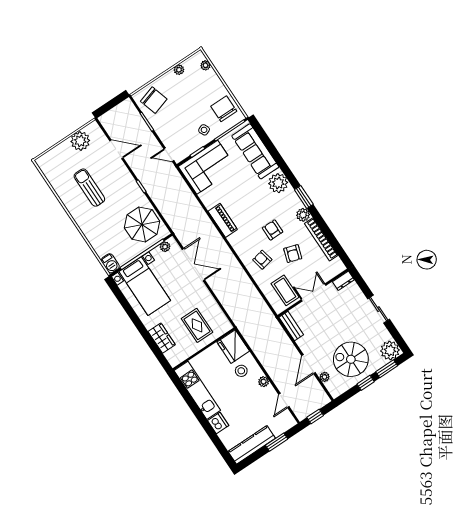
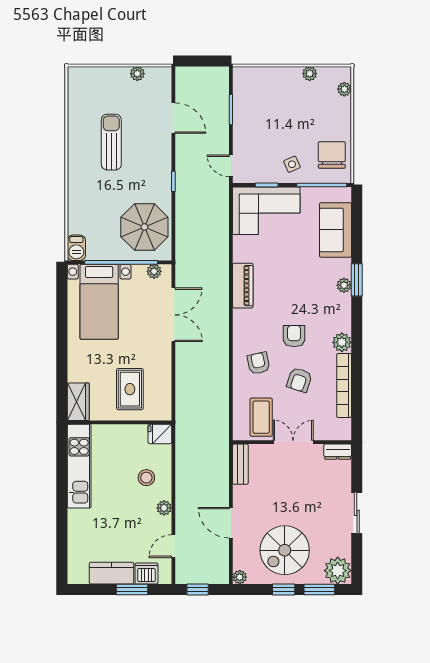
chair: (154, 100) -> (256, 90), removed
plant: (80, 141) -> (137, 74), width x0.53, depth x0.53
sofa: (255, 151) -> (336, 230), width x0.73
plant: (278, 183) -> (344, 285), width x0.53, depth x0.53
window: (304, 197) -> (357, 280), moved
wardrobe: (162, 338) -> (78, 402), moved
fridge: (233, 347) -> (160, 434), width x0.53, depth x0.75
spiral stairs: (351, 359) -> (285, 550), turned -90
door: (309, 364) -> (231, 523), hinge flipped
plant: (324, 377) -> (240, 577), moved
dishwasher: (218, 423) -> (146, 574), moved, turned -90
kitchen counter: (252, 445) -> (111, 573), width x0.67

